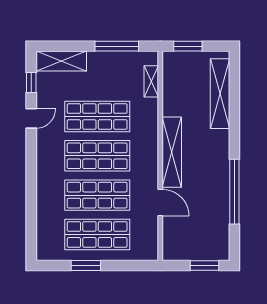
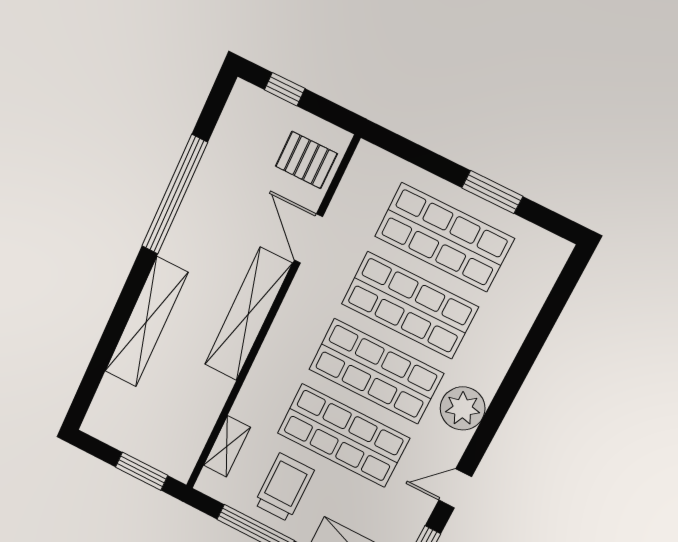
trolley: (113, 75) -> (284, 487), added
shelving: (220, 94) -> (146, 322), moved
plant: (48, 159) -> (463, 408), added
pallet: (179, 238) -> (306, 160), added
window: (205, 266) -> (285, 89), width x0.67

